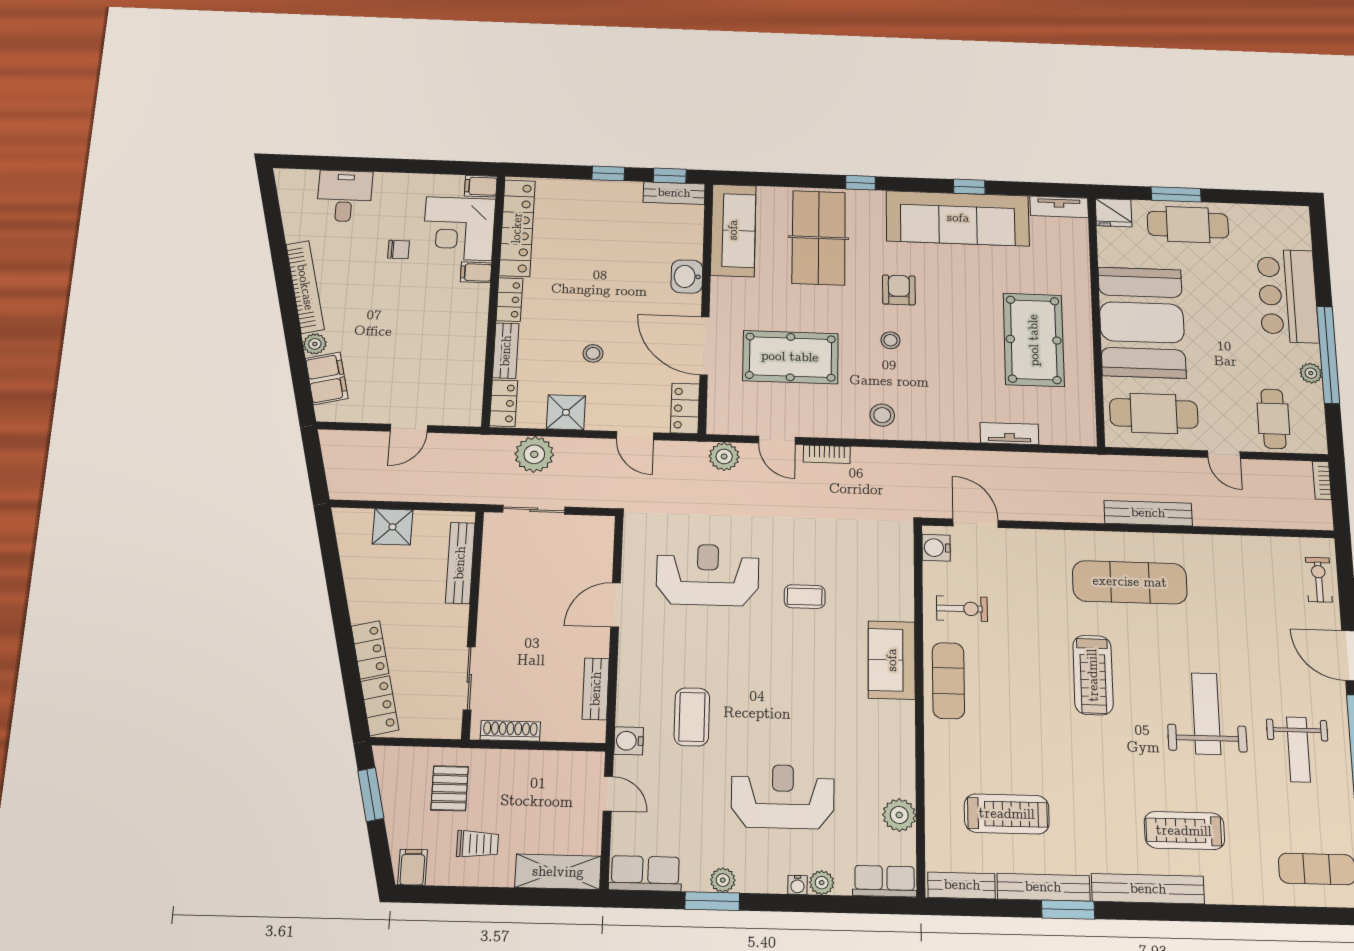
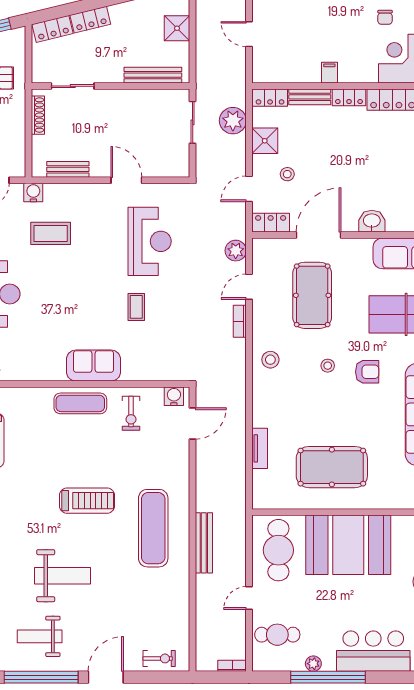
filing cabinet: (476, 272) -> (329, 73), moved
stool: (593, 353) -> (287, 174), moved
treadmill: (1093, 675) -> (87, 501), turned 180

